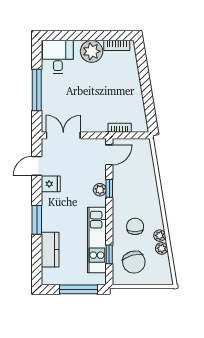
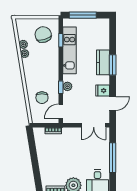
chair: (135, 226) -> (42, 98), moved
kitchen counter: (50, 250) -> (103, 62), moved

